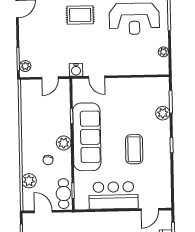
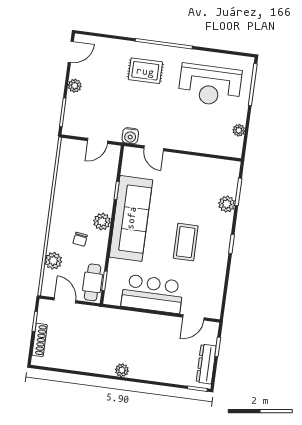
plant: (25, 66) -> (75, 86), moved

